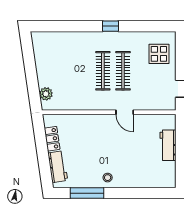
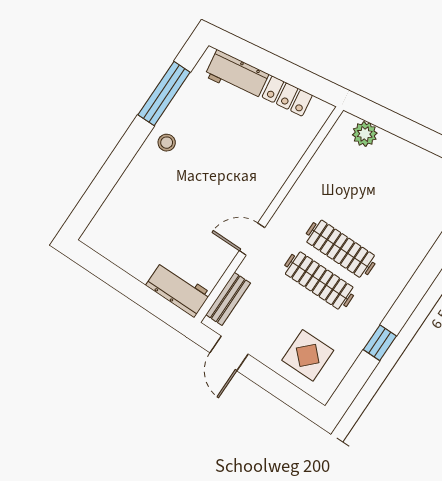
window: (110, 26) -> (380, 343), moved
bench: (158, 105) -> (228, 299), added
workbench: (168, 145) -> (178, 289), moved

